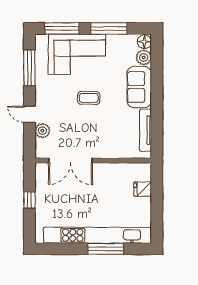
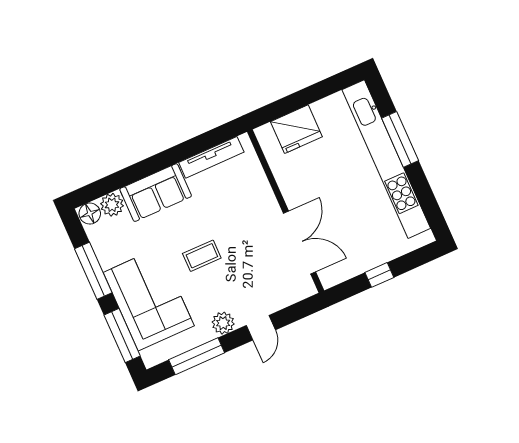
coffee table: (89, 98) -> (202, 256), turned 90
plant: (42, 131) -> (223, 323), moved
fridge: (143, 189) -> (296, 129), width x1.88, depth x1.34

